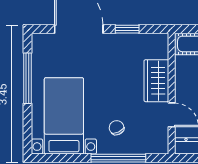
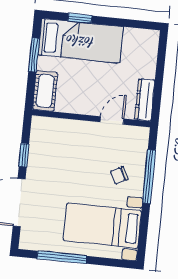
wardrobe: (156, 81) -> (77, 132), removed

